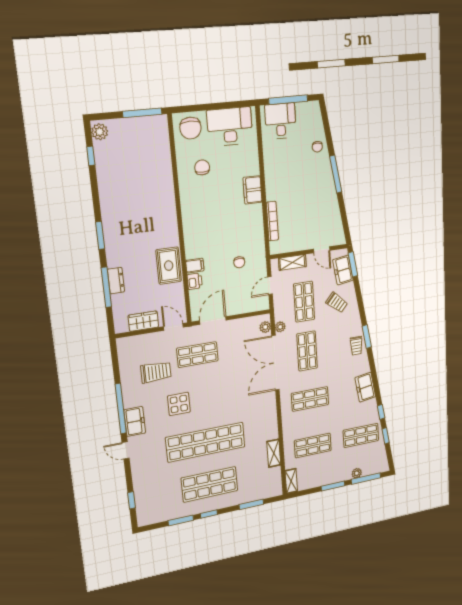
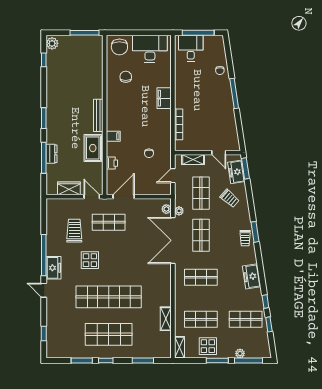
bench: (172, 222) -> (98, 115), added
filing cabinet: (195, 266) -> (113, 136), moved
trolley: (156, 372) -> (74, 231), turned -90
display table: (322, 473) -> (208, 346), added

